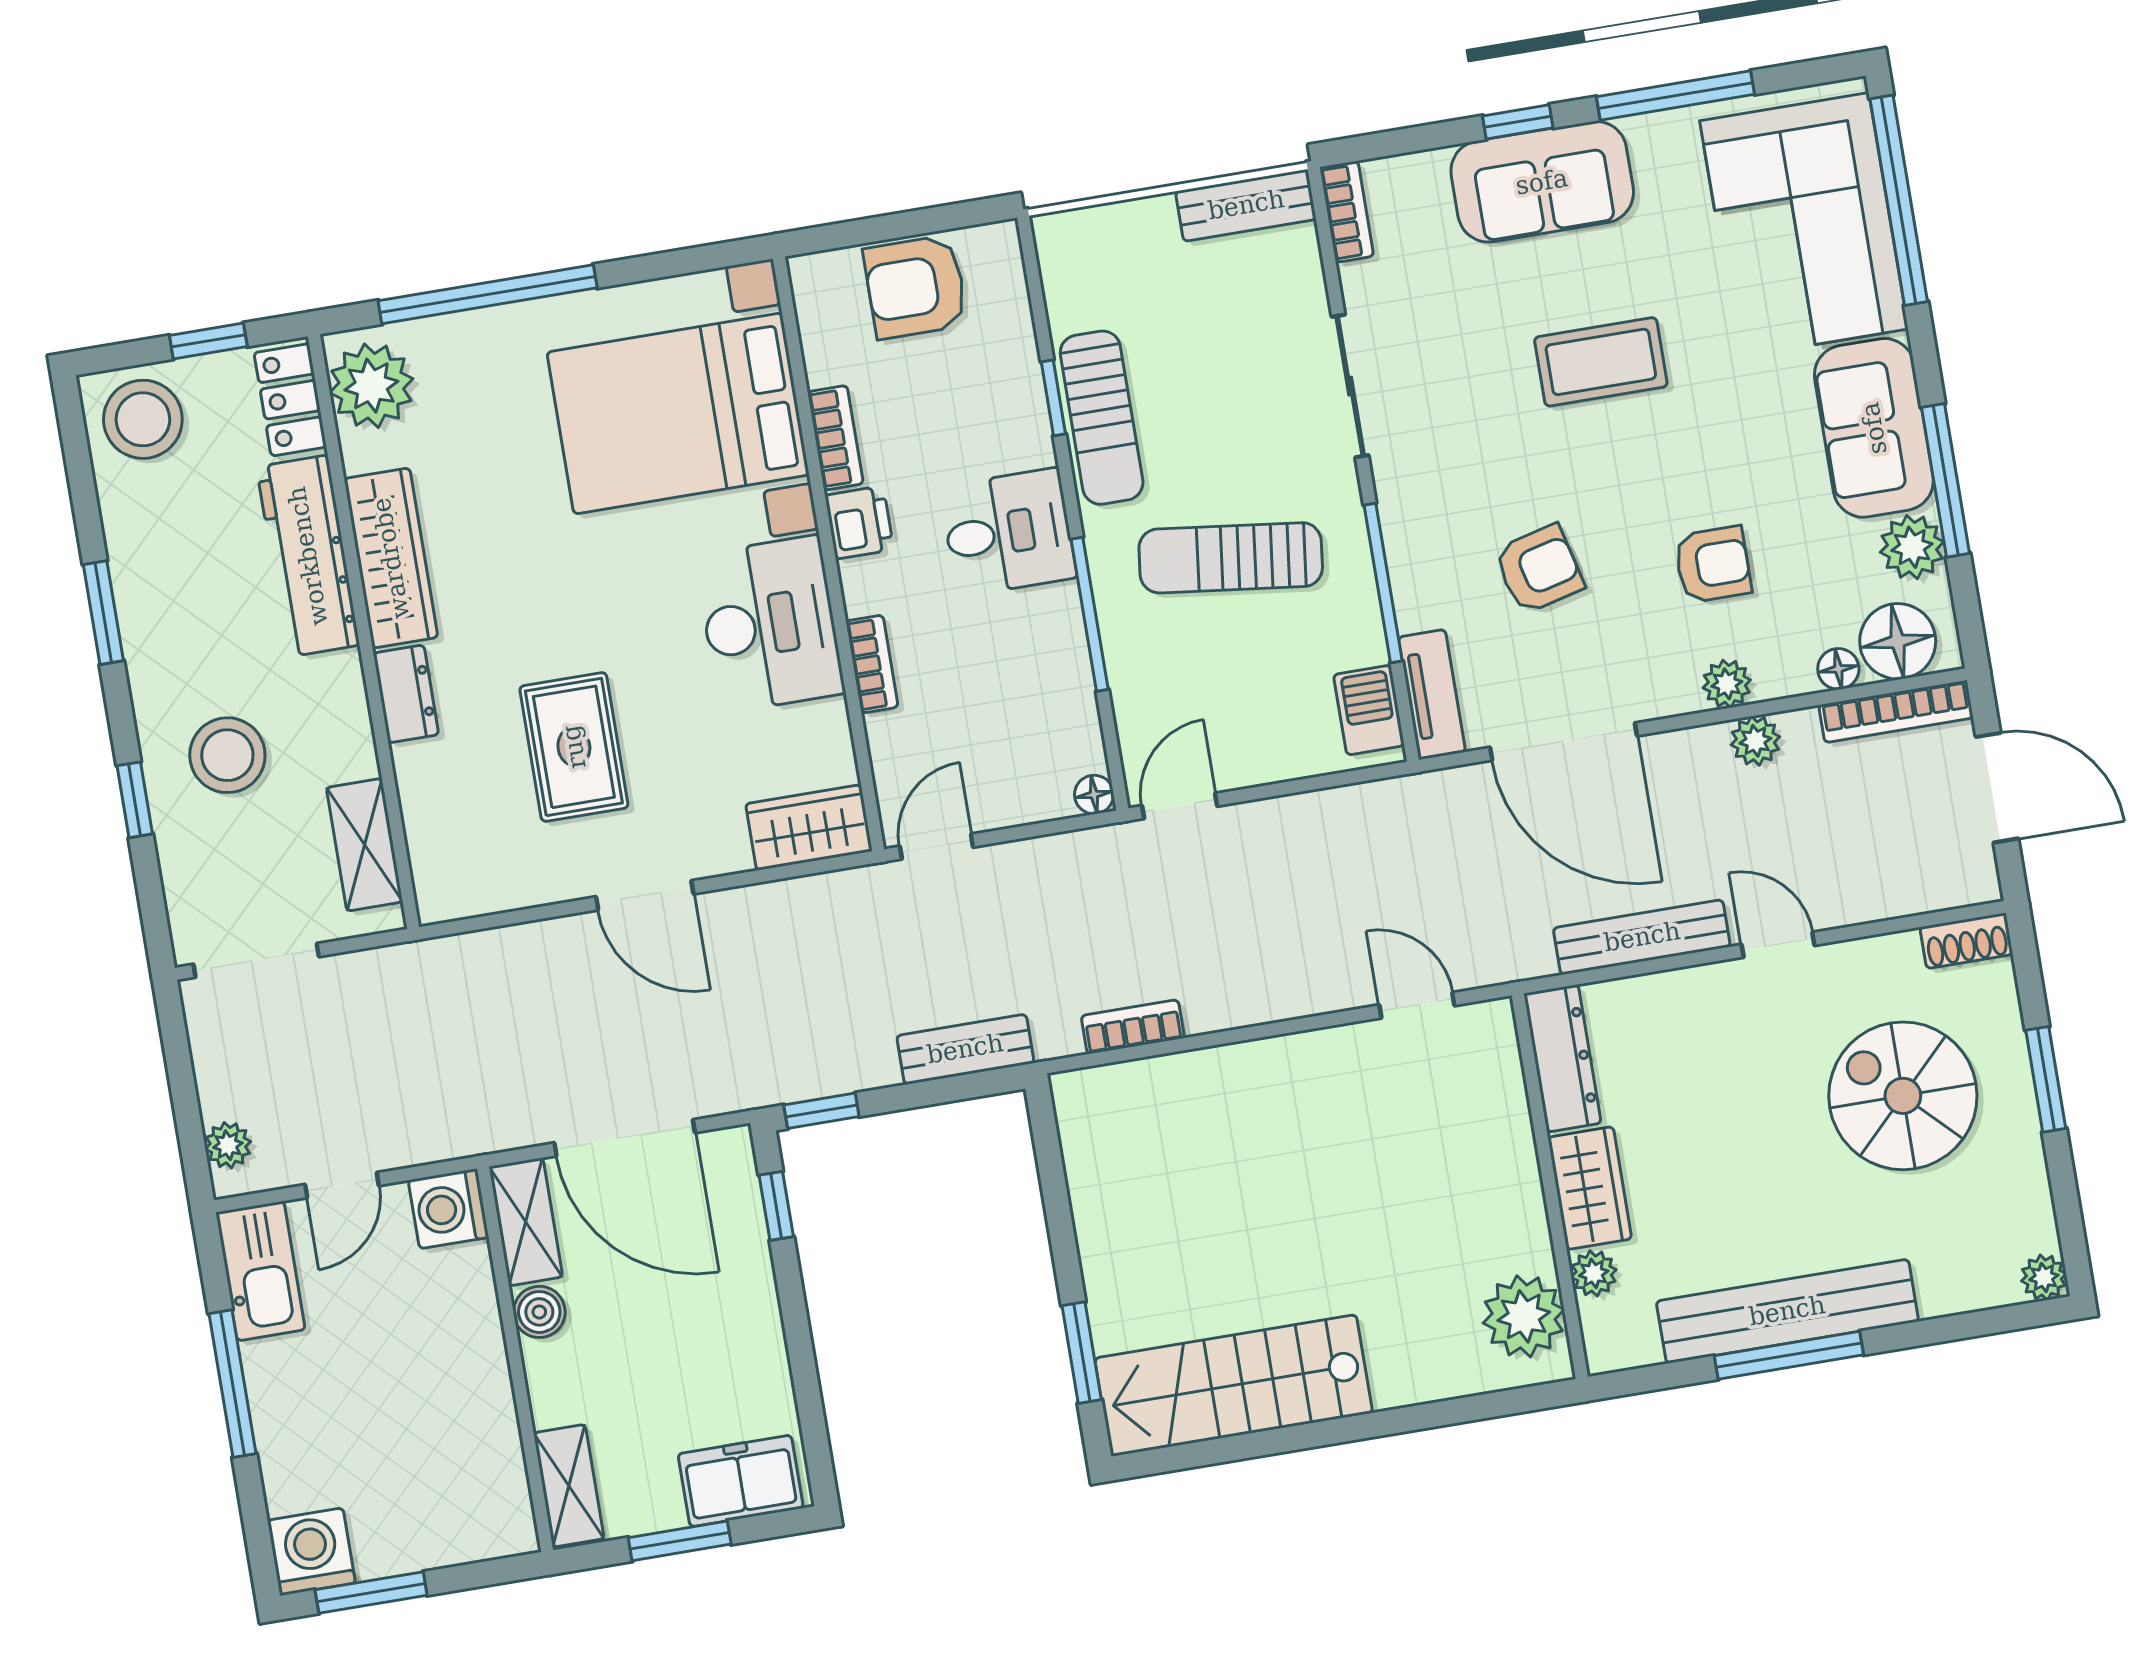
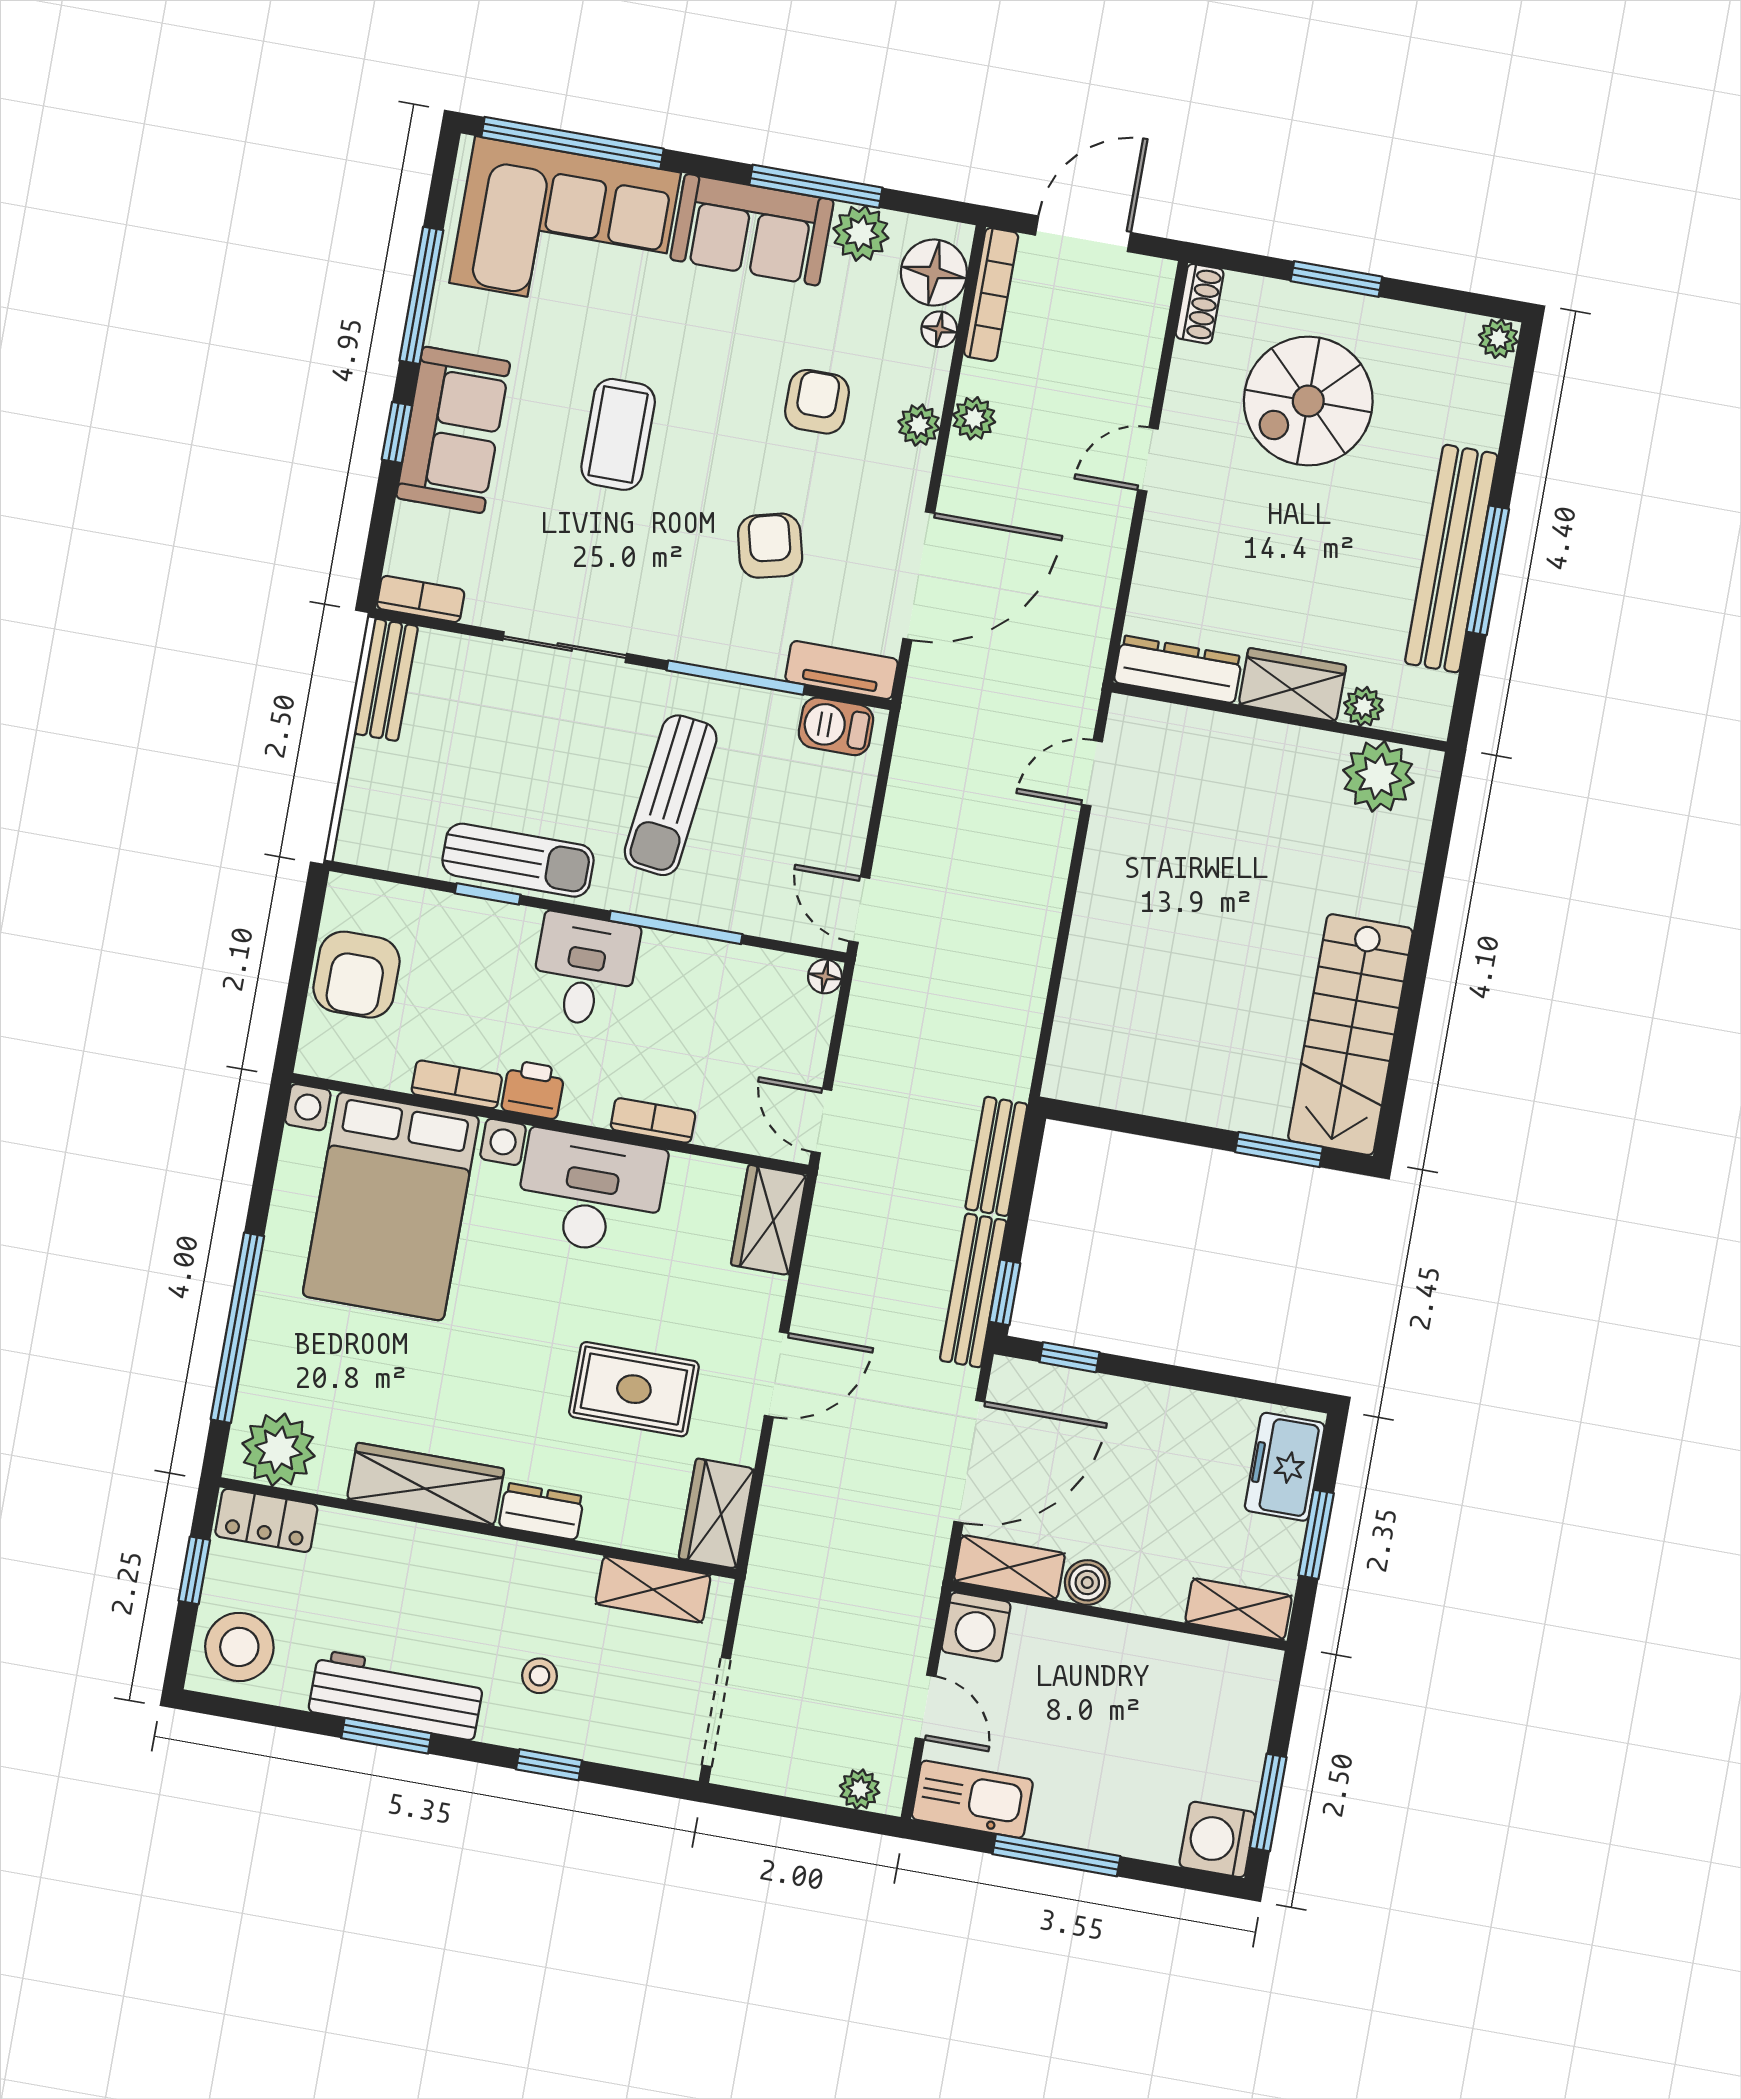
workbench: (308, 556) -> (396, 1695), moved, turned 180
stool: (227, 755) -> (540, 1676), width x0.53, depth x0.53
wardrobe: (471, 884) -> (716, 1514), added
bench: (1642, 937) -> (973, 1290), moved
bookcase: (1133, 1027) -> (1027, 1012), removed

